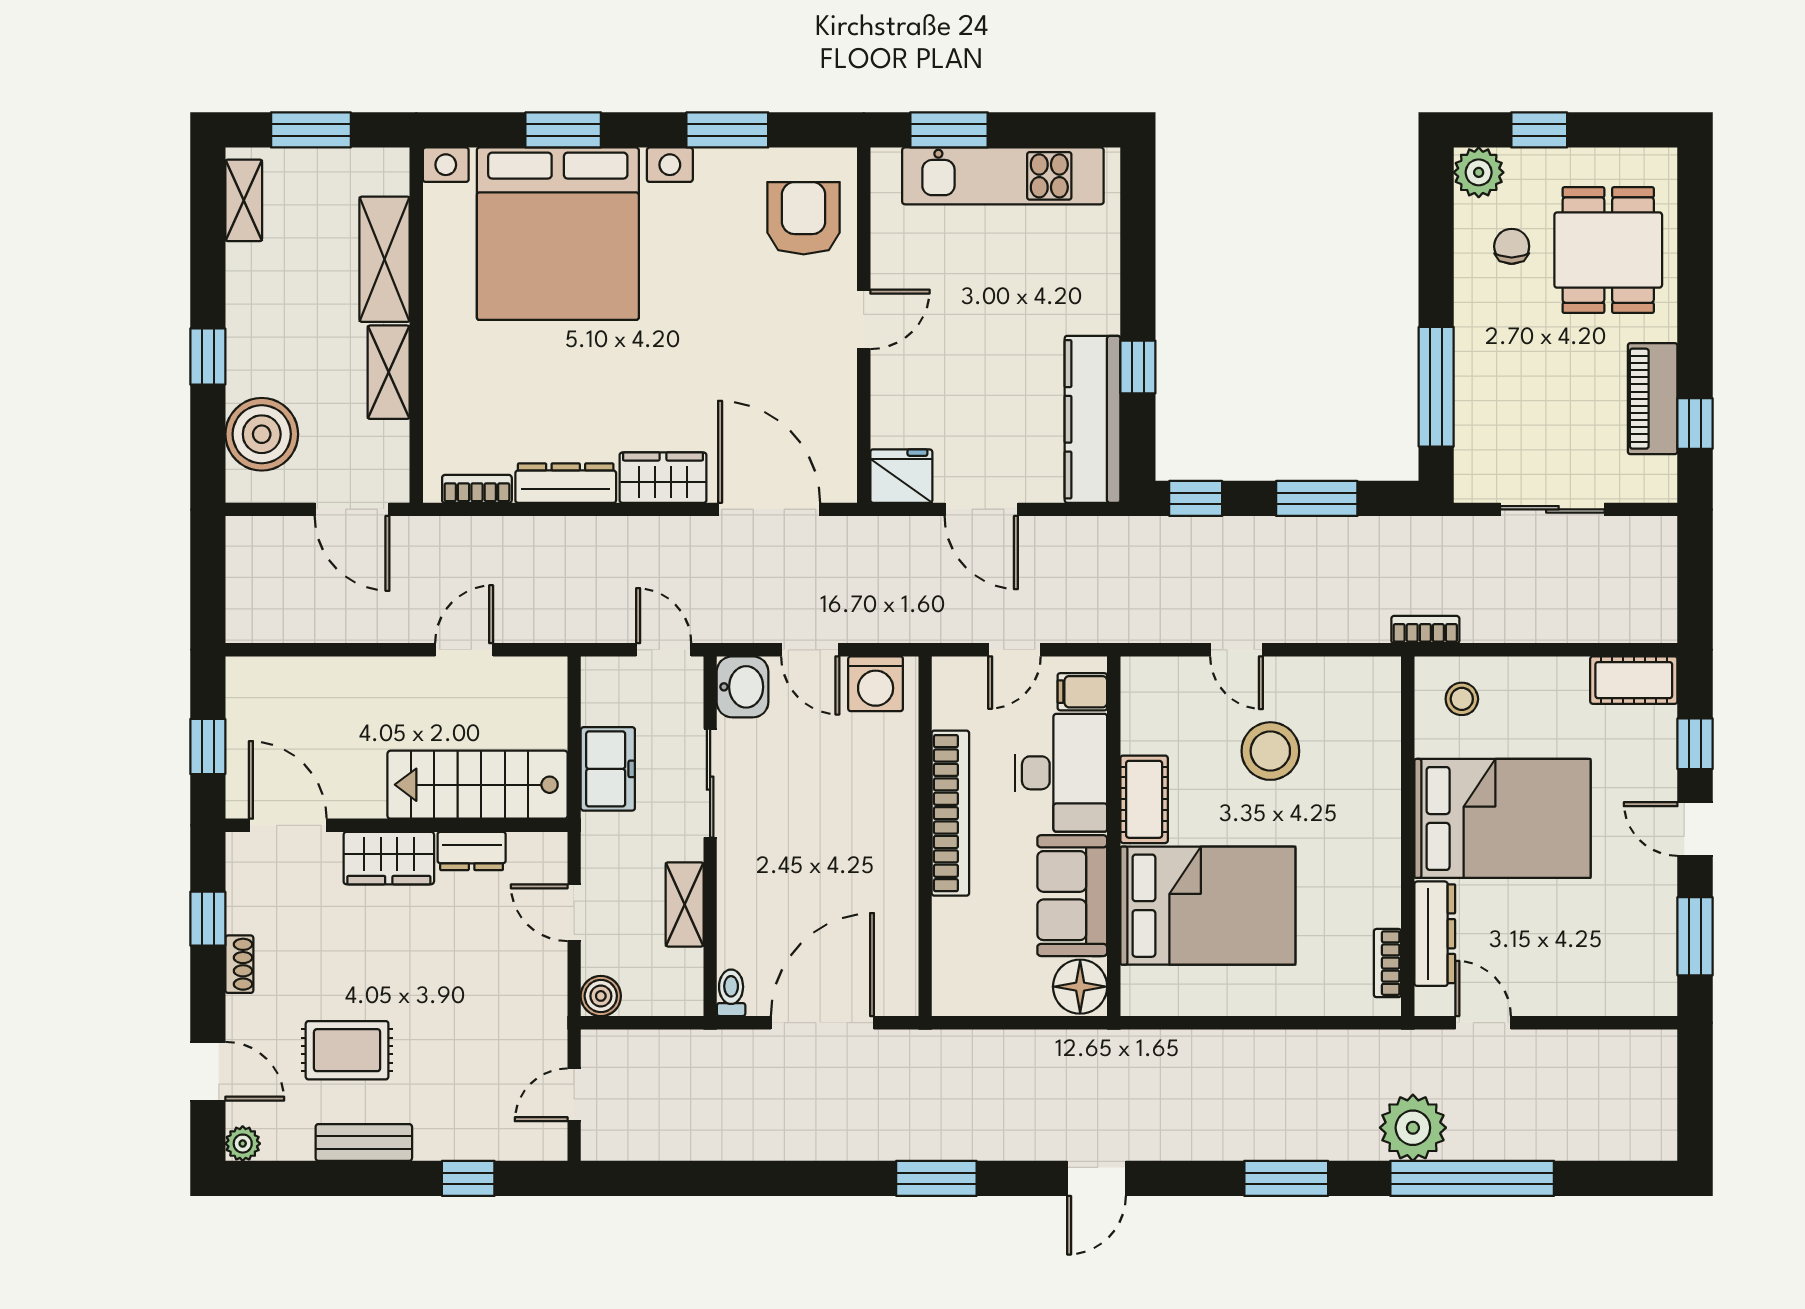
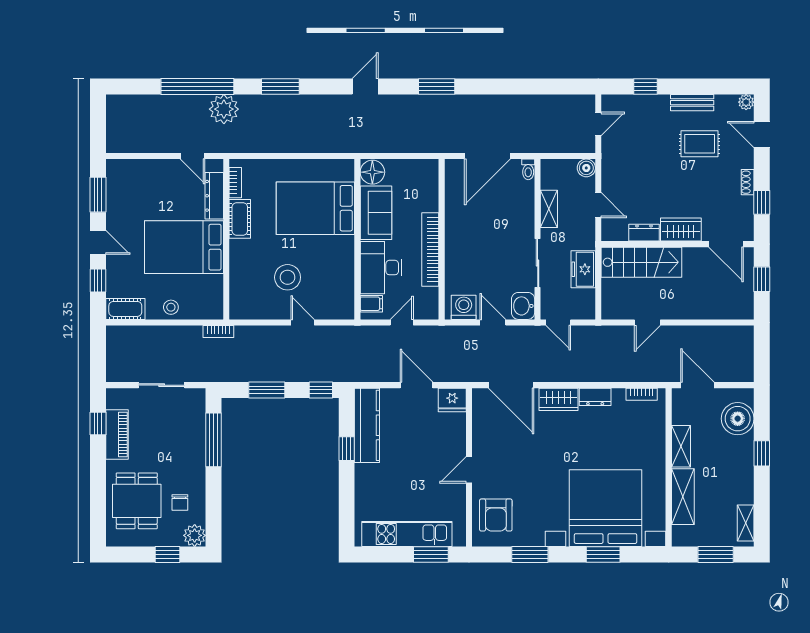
dresser: (566, 483) -> (595, 397), width x0.70
stool: (1462, 699) -> (171, 307), moved
cot: (1144, 799) -> (240, 219), moved

